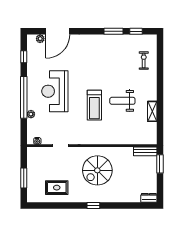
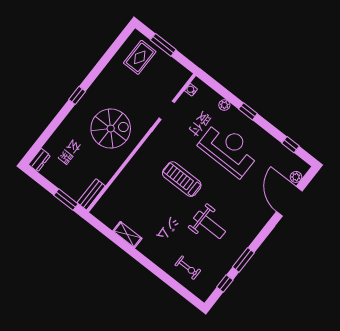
window: (24, 97) -> (248, 111), width x0.32
weight bench: (122, 101) -> (210, 225), moved, turned 90
spiral stairs: (97, 170) -> (111, 129), turned 90
rug: (57, 188) -> (140, 57), moved

